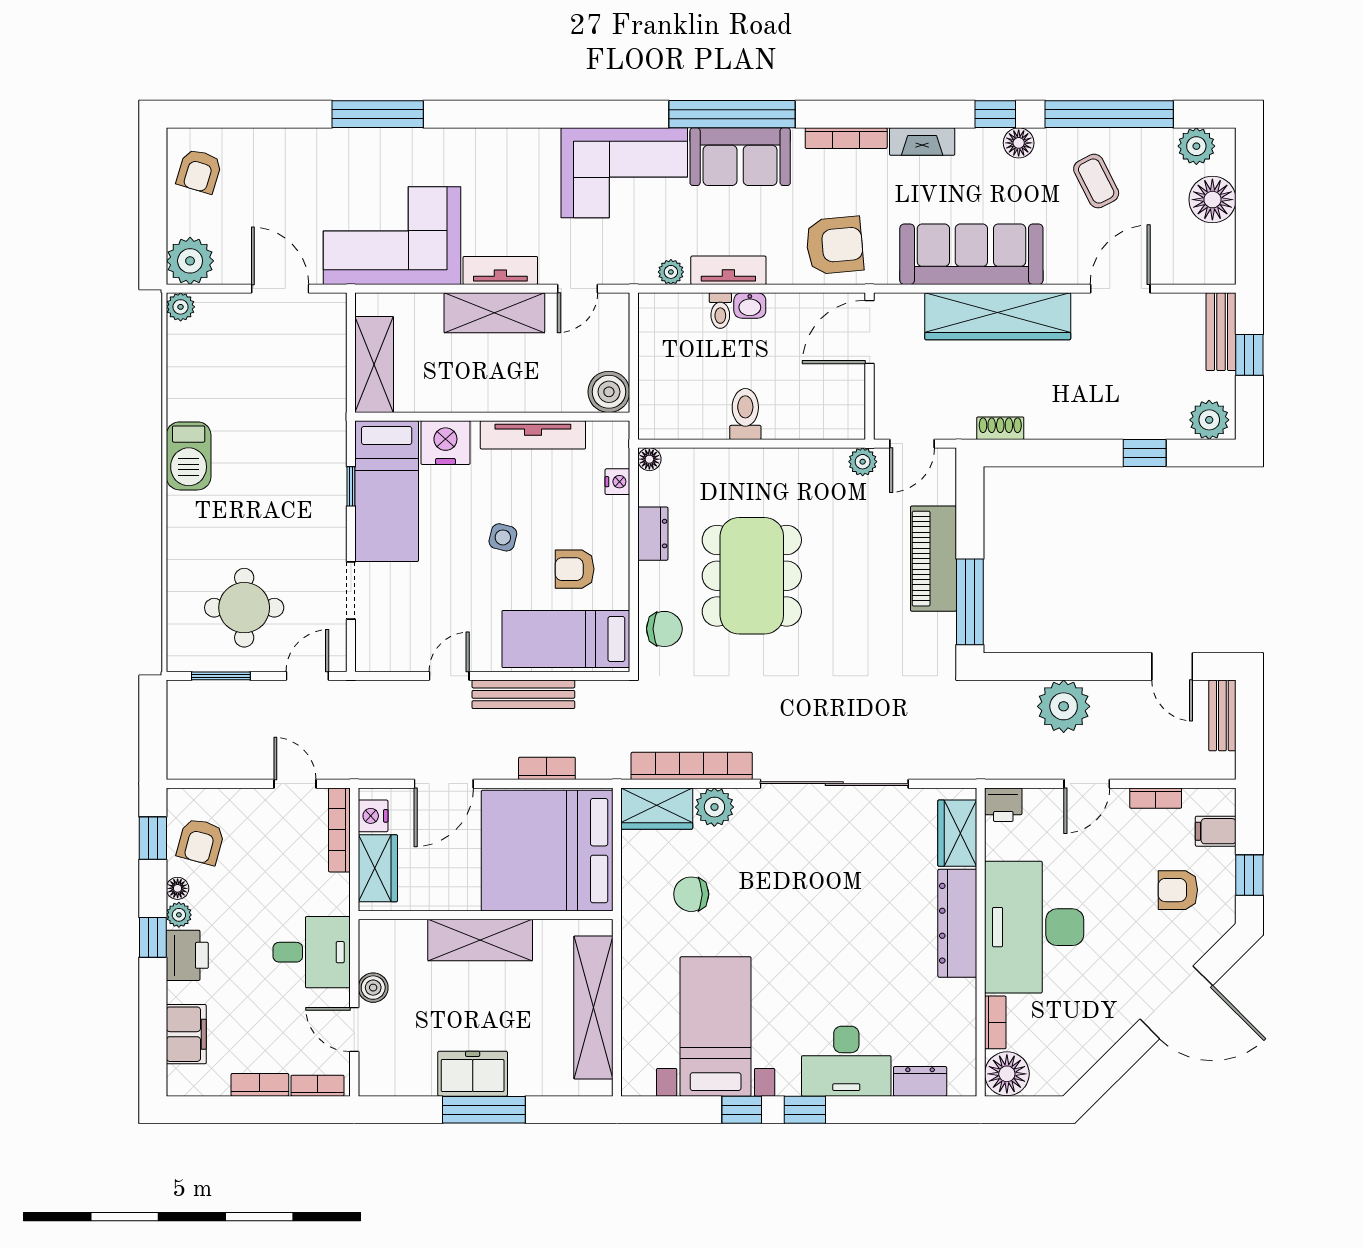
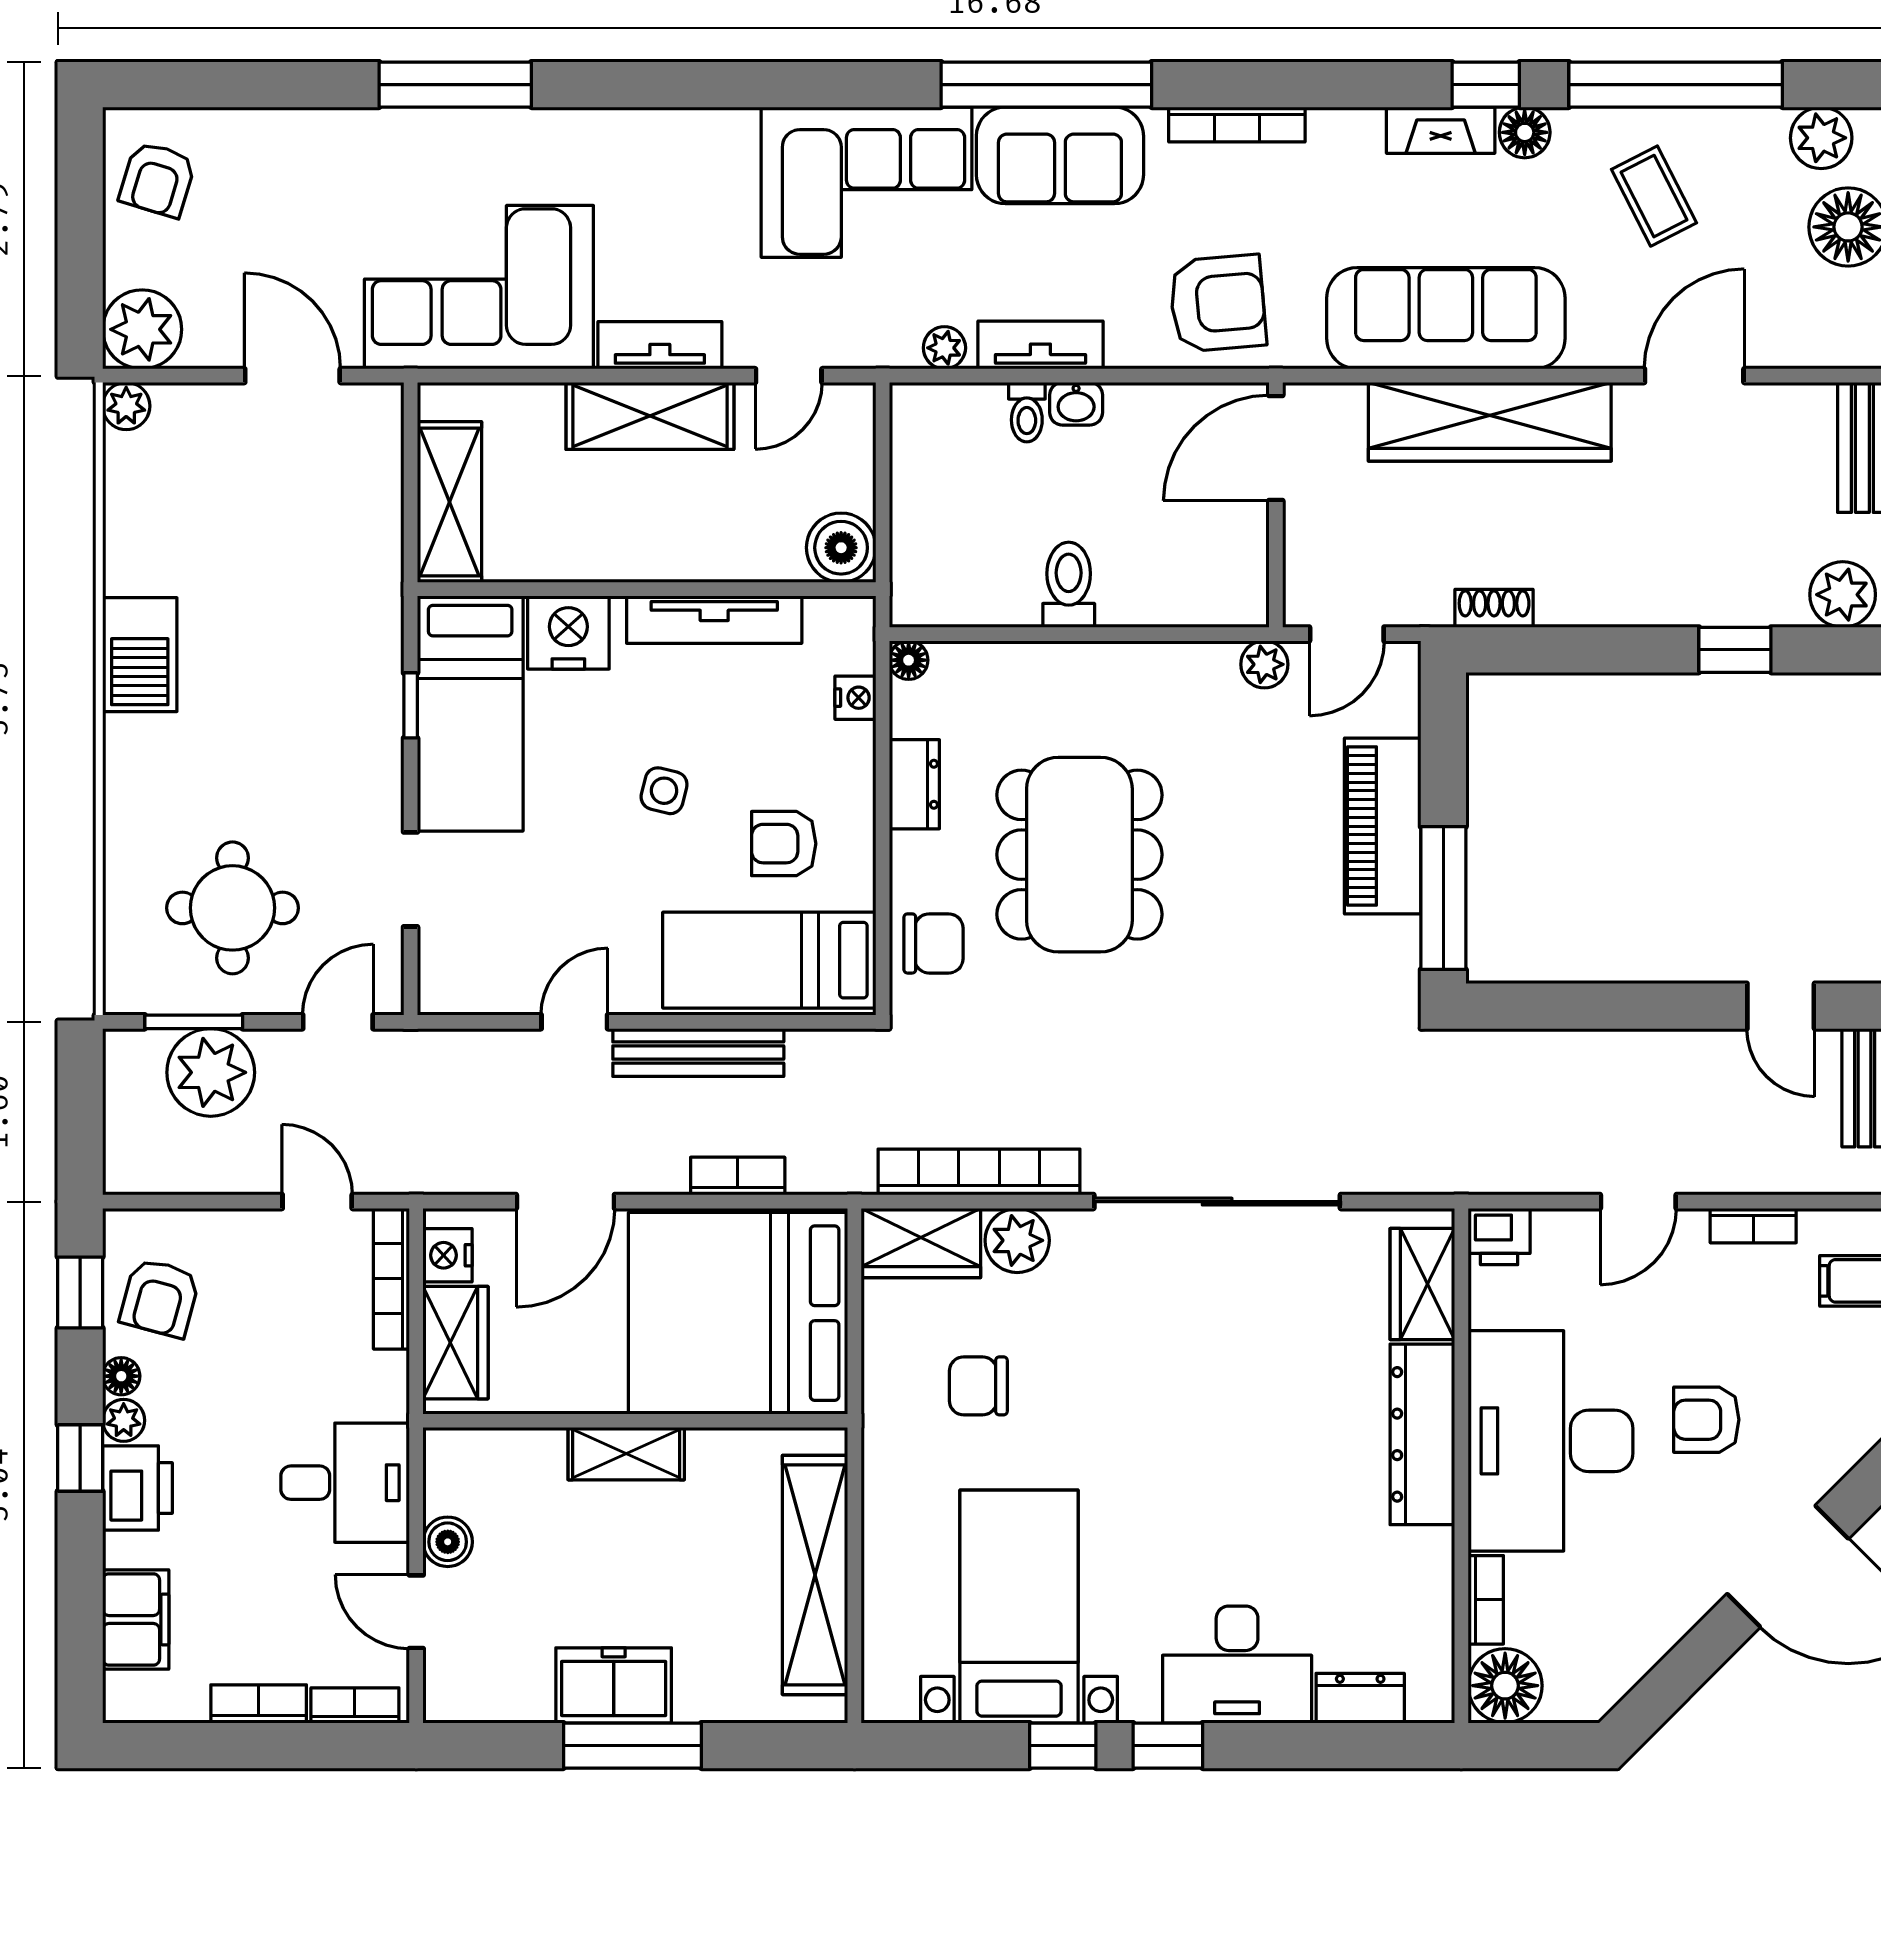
fireplace: (922, 142) -> (1441, 130), moved
plant: (1064, 706) -> (211, 1072), moved
armchair: (1178, 890) -> (1706, 1420), moved
shelving: (480, 940) -> (626, 1454), width x0.67, depth x0.75

